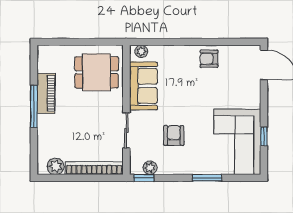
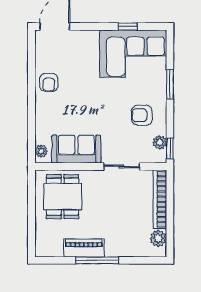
armchair: (174, 135) -> (142, 115), moved

